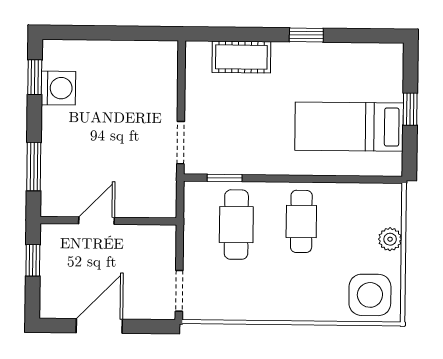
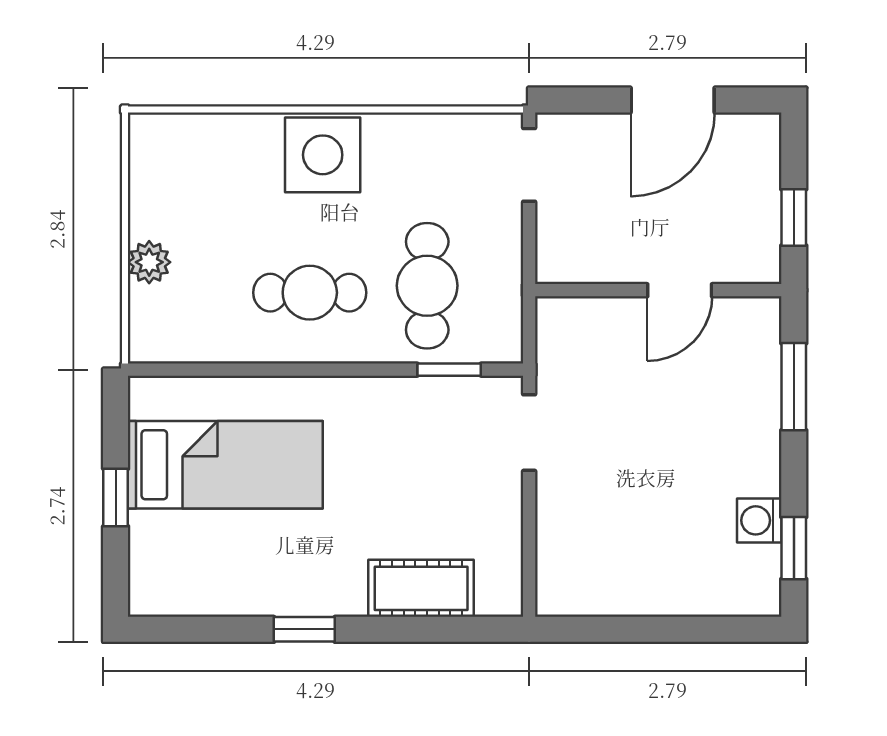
washing machine: (58, 88) -> (759, 520), width x0.73, depth x0.73
cafe table: (301, 221) -> (310, 293), turned 90
side table: (370, 295) -> (323, 155), moved

